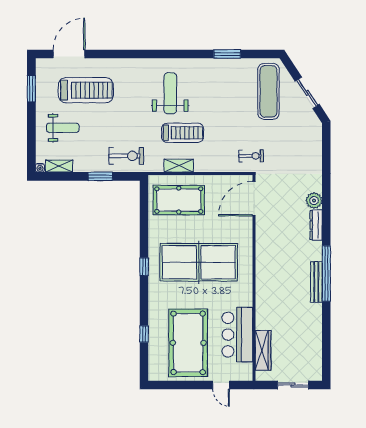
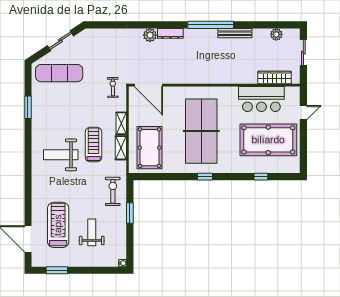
weight bench: (63, 128) -> (92, 232), moved
shelving: (59, 166) -> (121, 123), moved
bench: (316, 282) -> (235, 33), moved
plant: (315, 353) -> (276, 34), added

